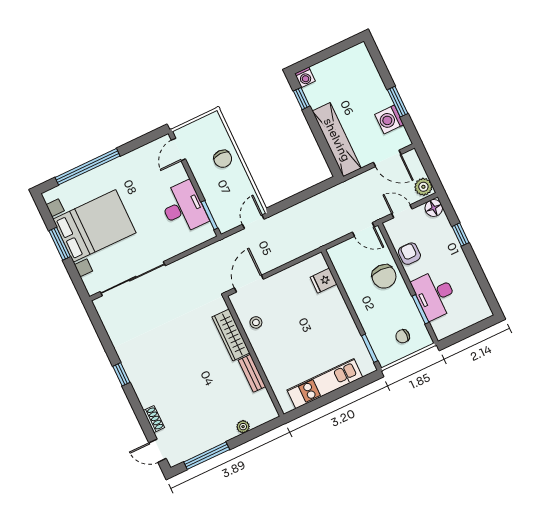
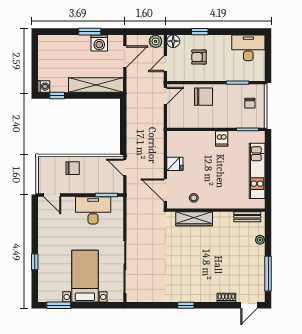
window: (88, 167) -> (35, 262), width x0.32
bed with nightstands: (94, 226) -> (85, 276), width x0.73
window: (60, 244) -> (59, 305), moved
armchair: (409, 254) -> (199, 57), moved
fridge: (324, 281) -> (175, 164), moved, turned -90
desk: (435, 295) -> (248, 48), moved, turned 180
dishwasher: (344, 322) -> (222, 139), added
bench: (252, 373) -> (247, 217), moved

